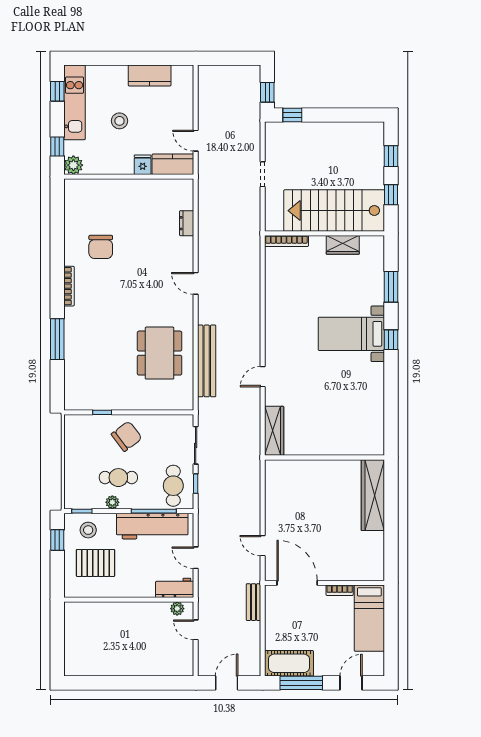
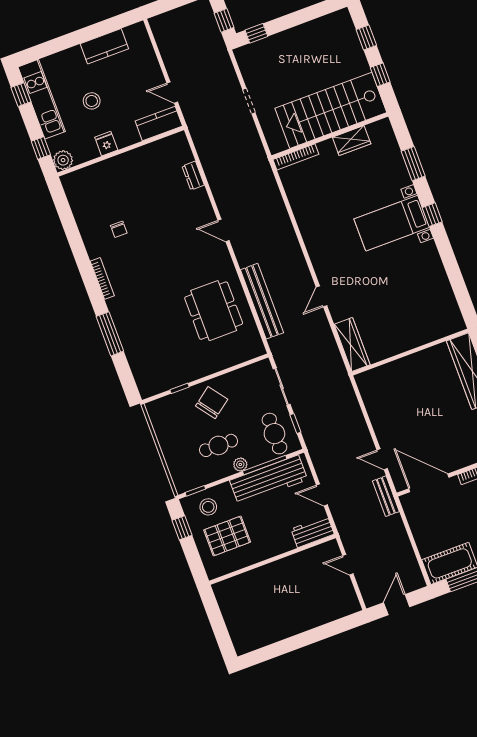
fridge: (143, 165) -> (106, 144), moved
chair: (101, 247) -> (119, 229), width x0.54, depth x0.54
plant: (112, 502) -> (240, 465), moved
bench: (254, 602) -> (386, 496), moved
plant: (177, 609) -> (322, 551), removed

